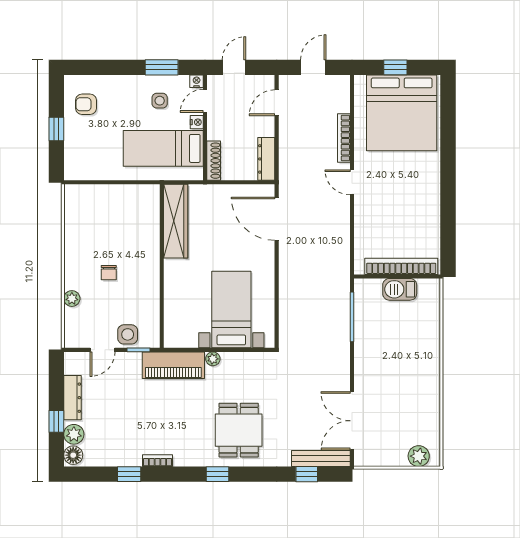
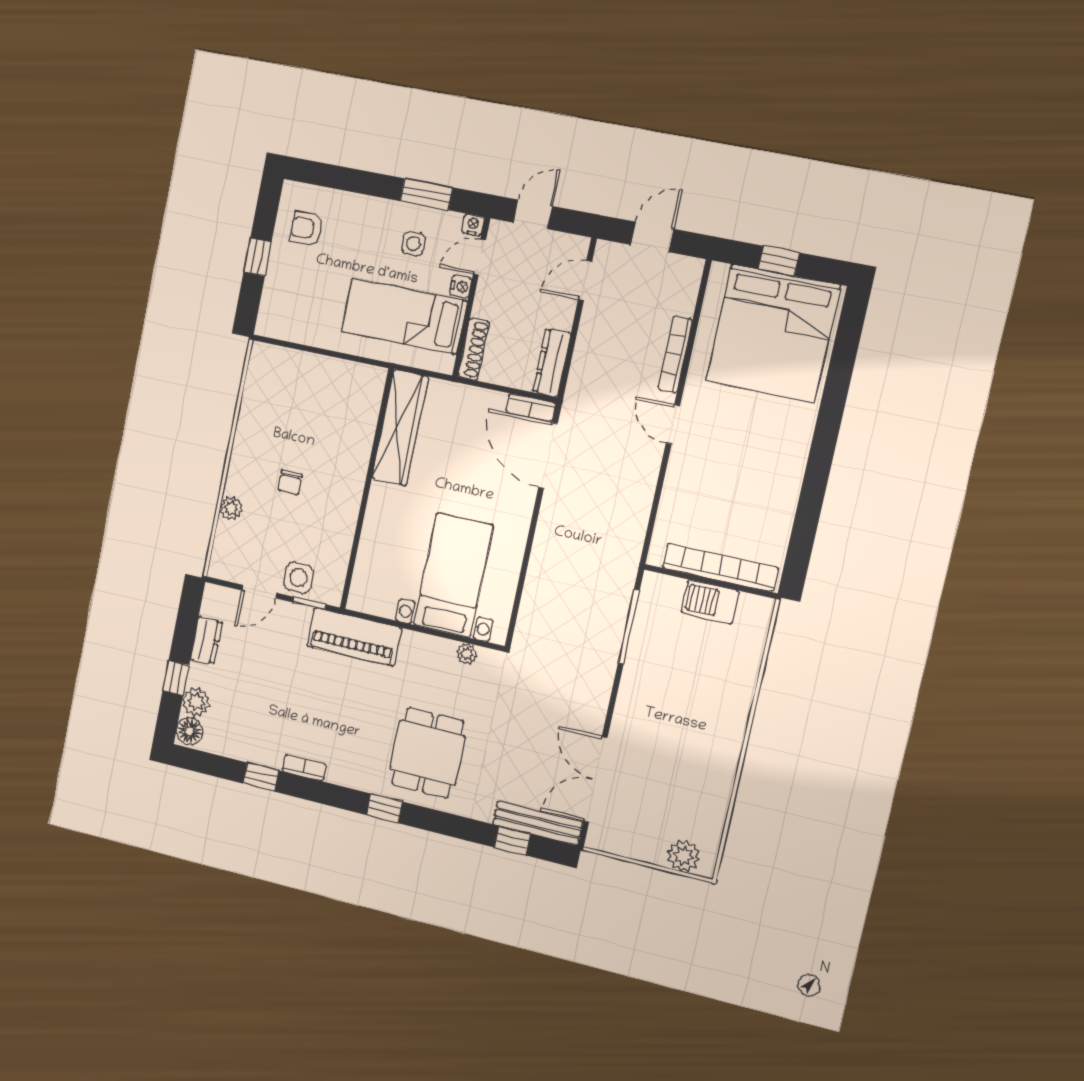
bookcase: (259, 190) -> (531, 408), added
plant: (213, 359) -> (467, 654), moved
dresser: (73, 398) -> (206, 640), width x0.70

